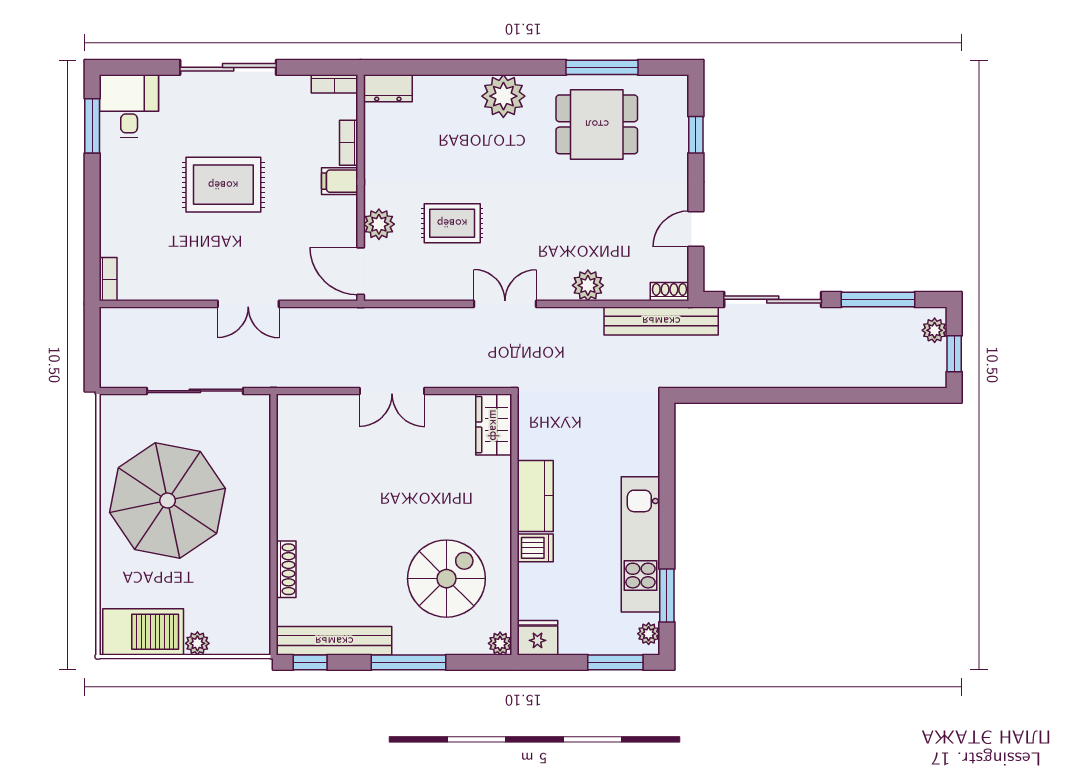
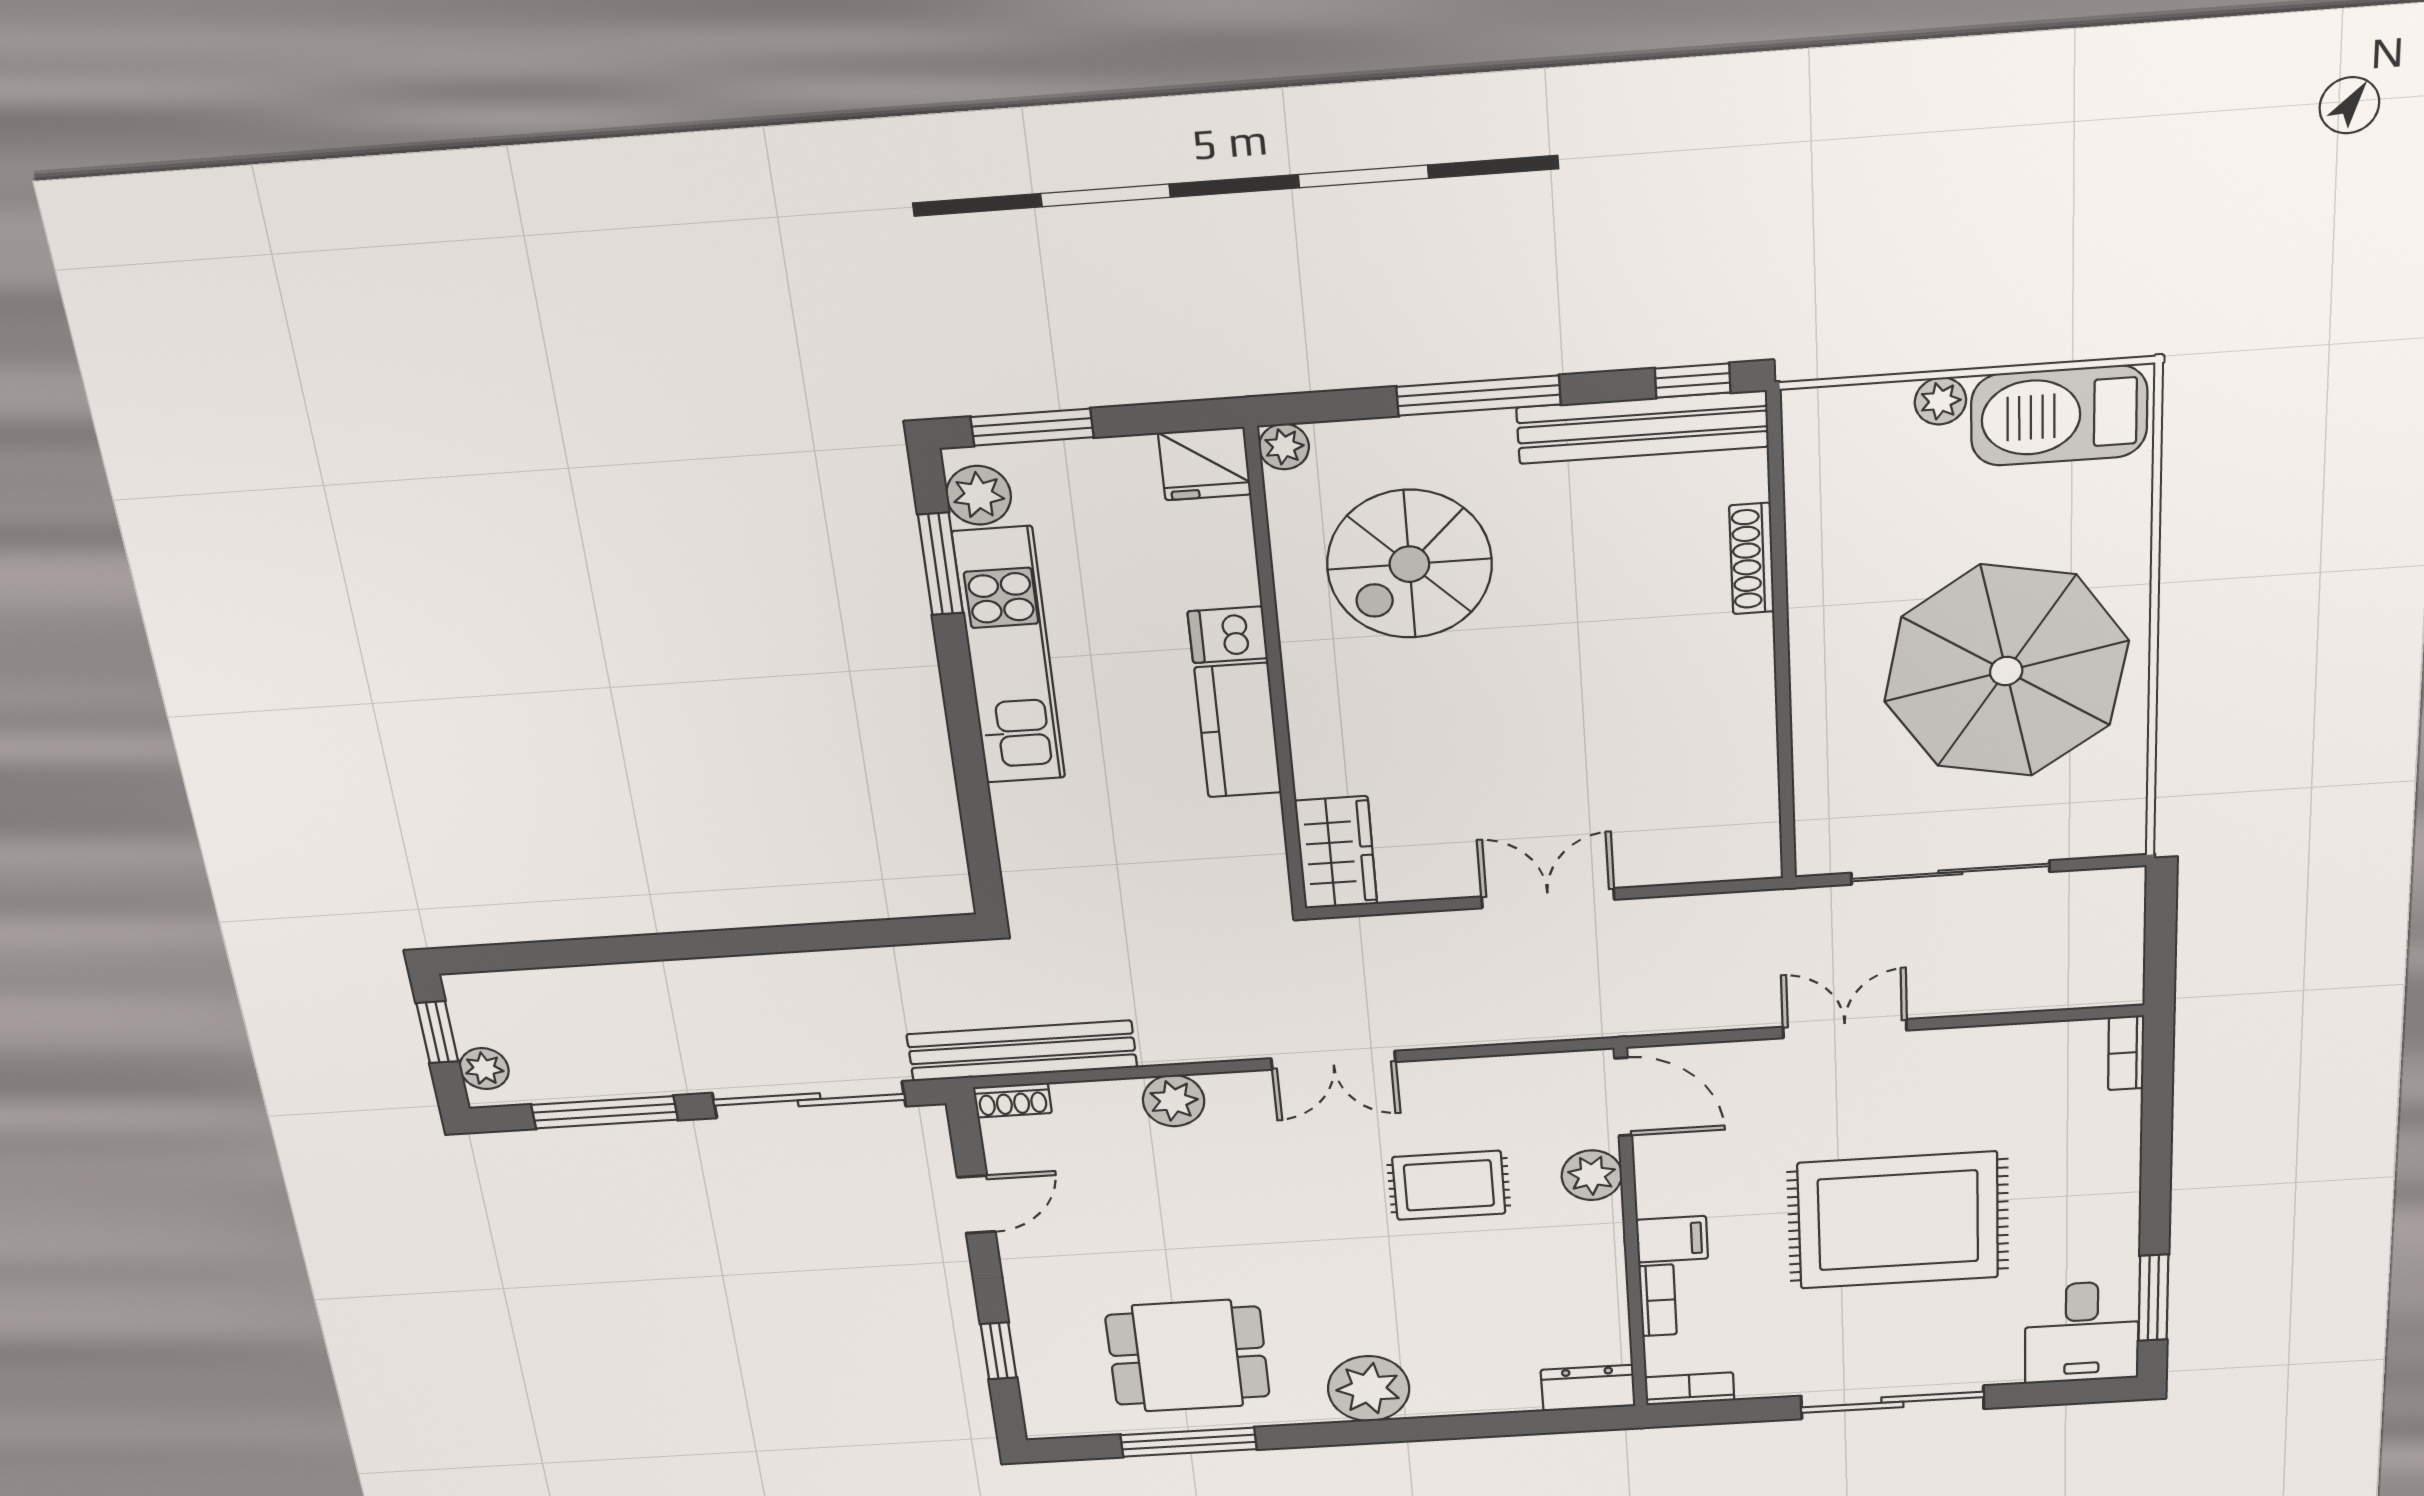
rug: (223, 185) -> (1898, 1220), width x1.37, depth x1.44
plant: (649, 634) -> (979, 495), width x1.38, depth x1.38

